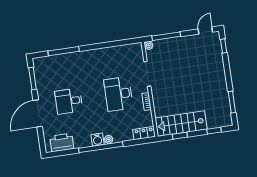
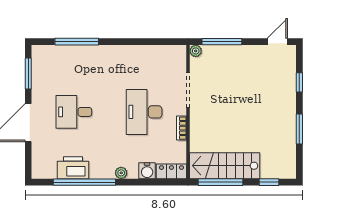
window: (224, 46) -> (299, 82), moved
window: (232, 102) -> (299, 129), moved
window: (180, 136) -> (221, 182), width x2.17
water cooler: (97, 139) -> (147, 171), moved
printer: (62, 142) -> (73, 168), moved
window: (101, 147) -> (84, 182), moved

